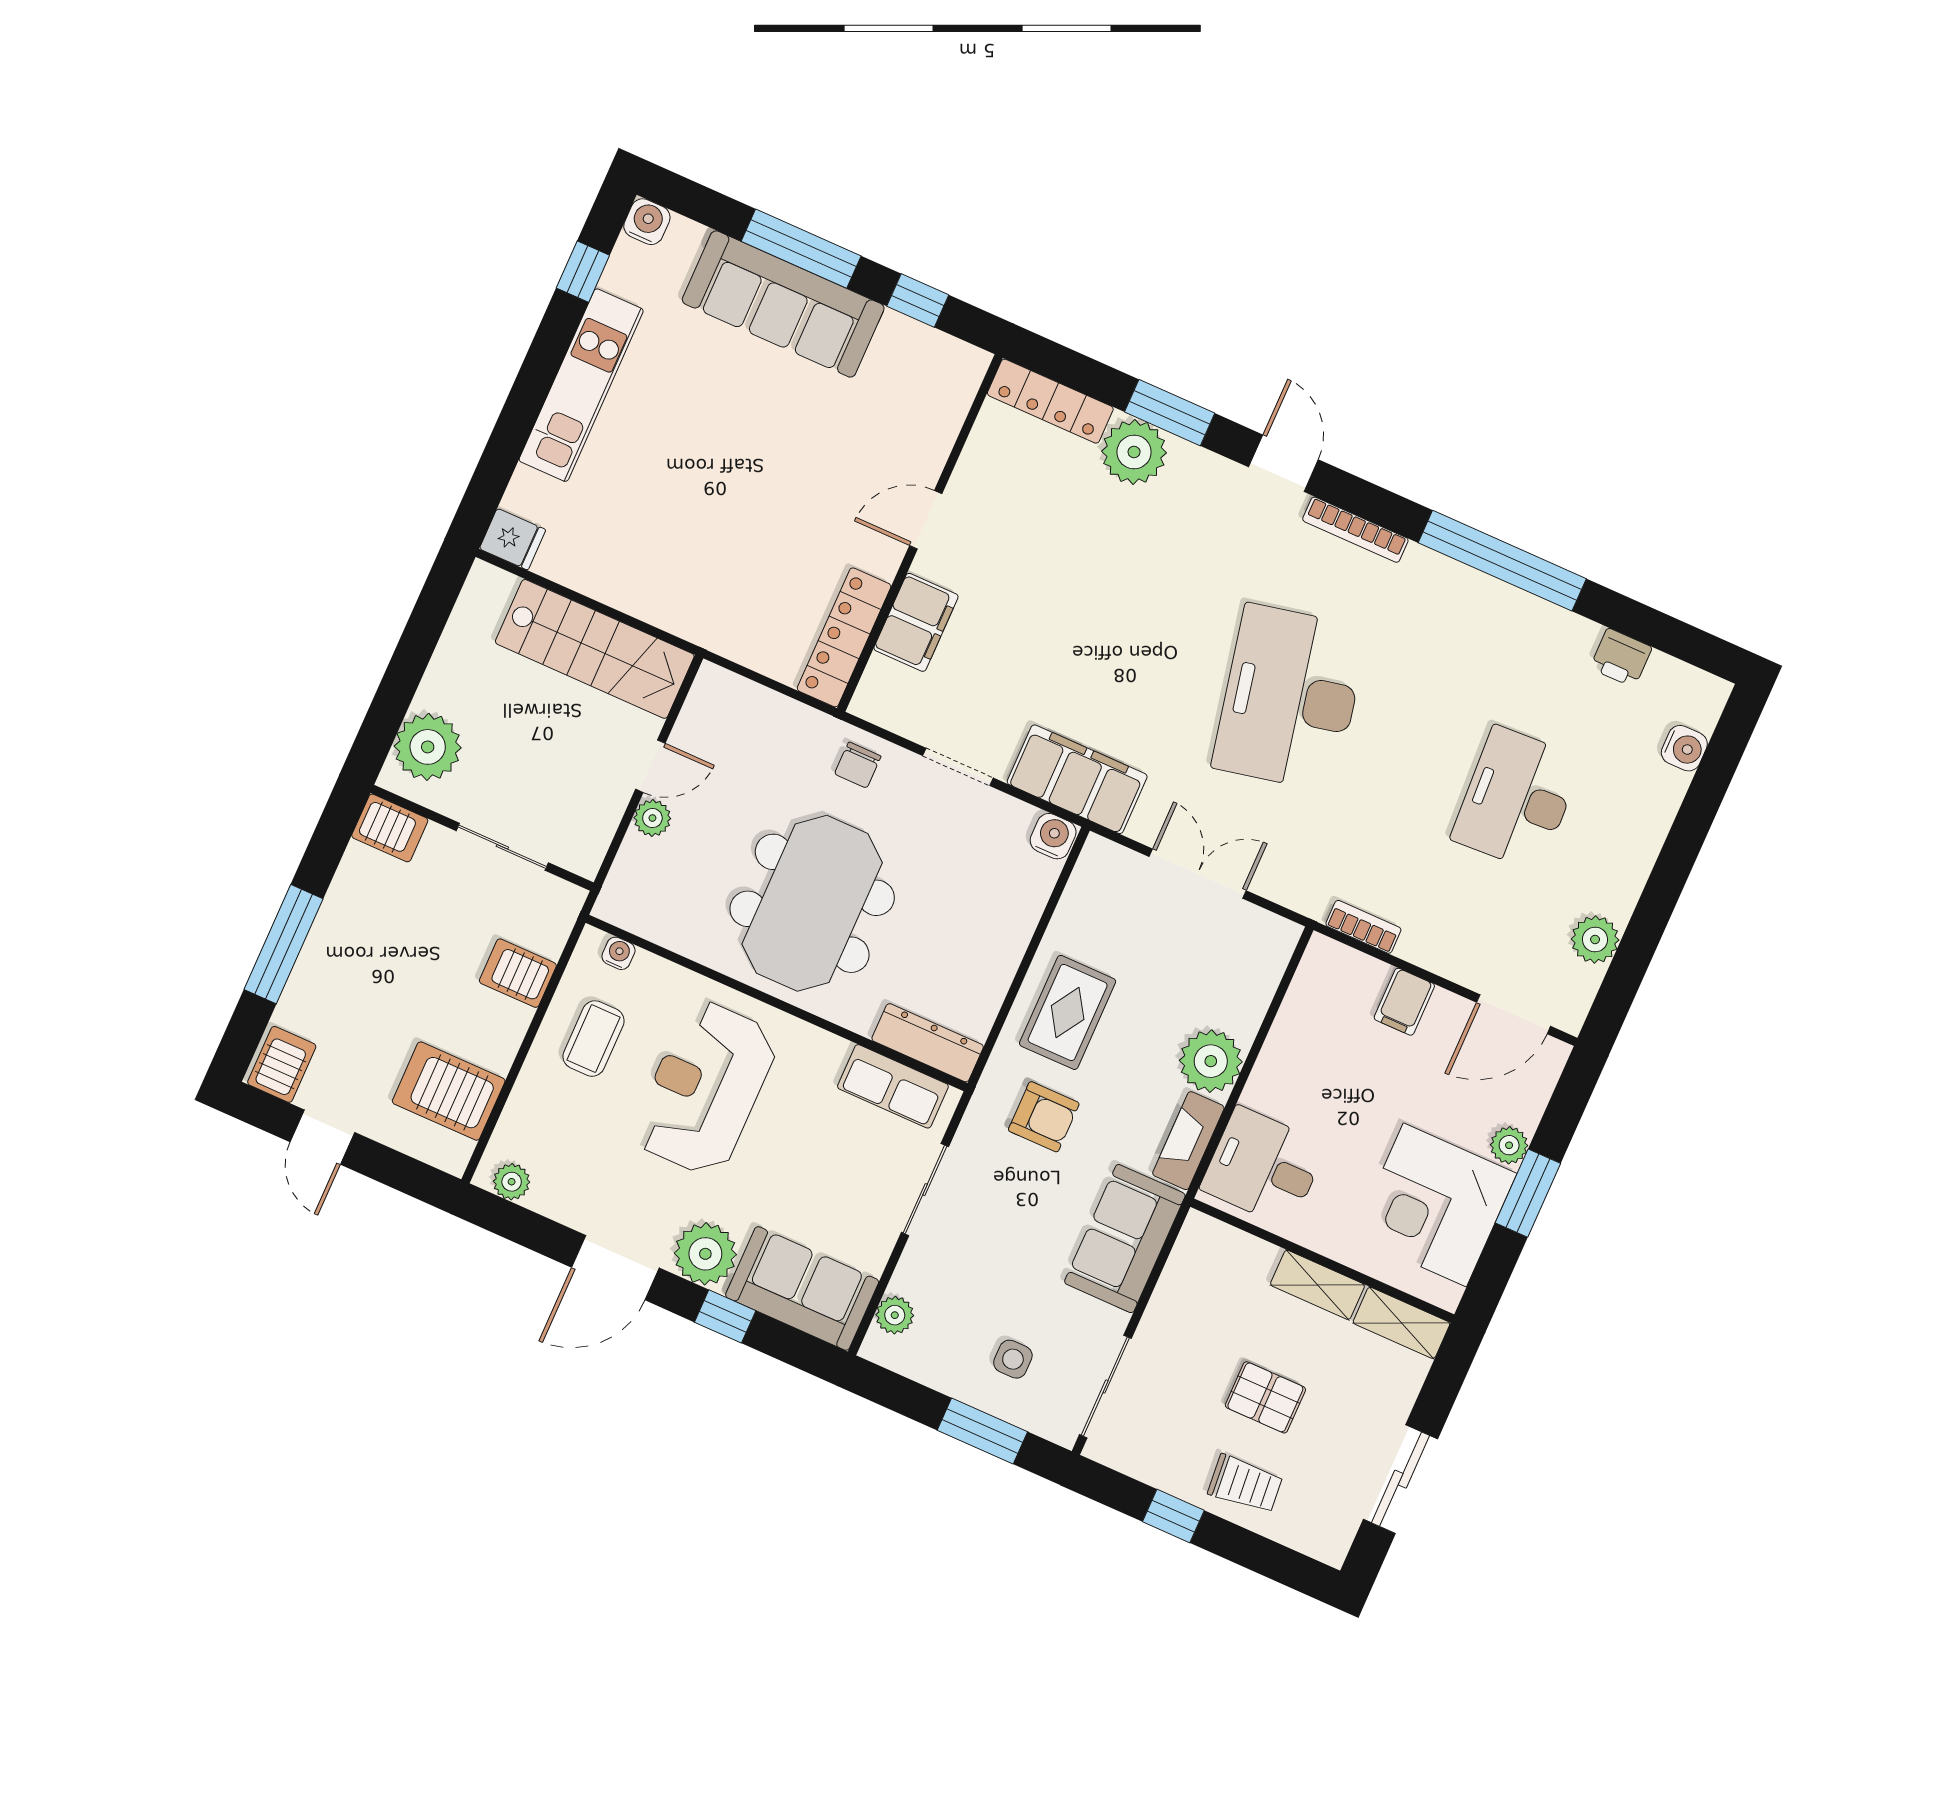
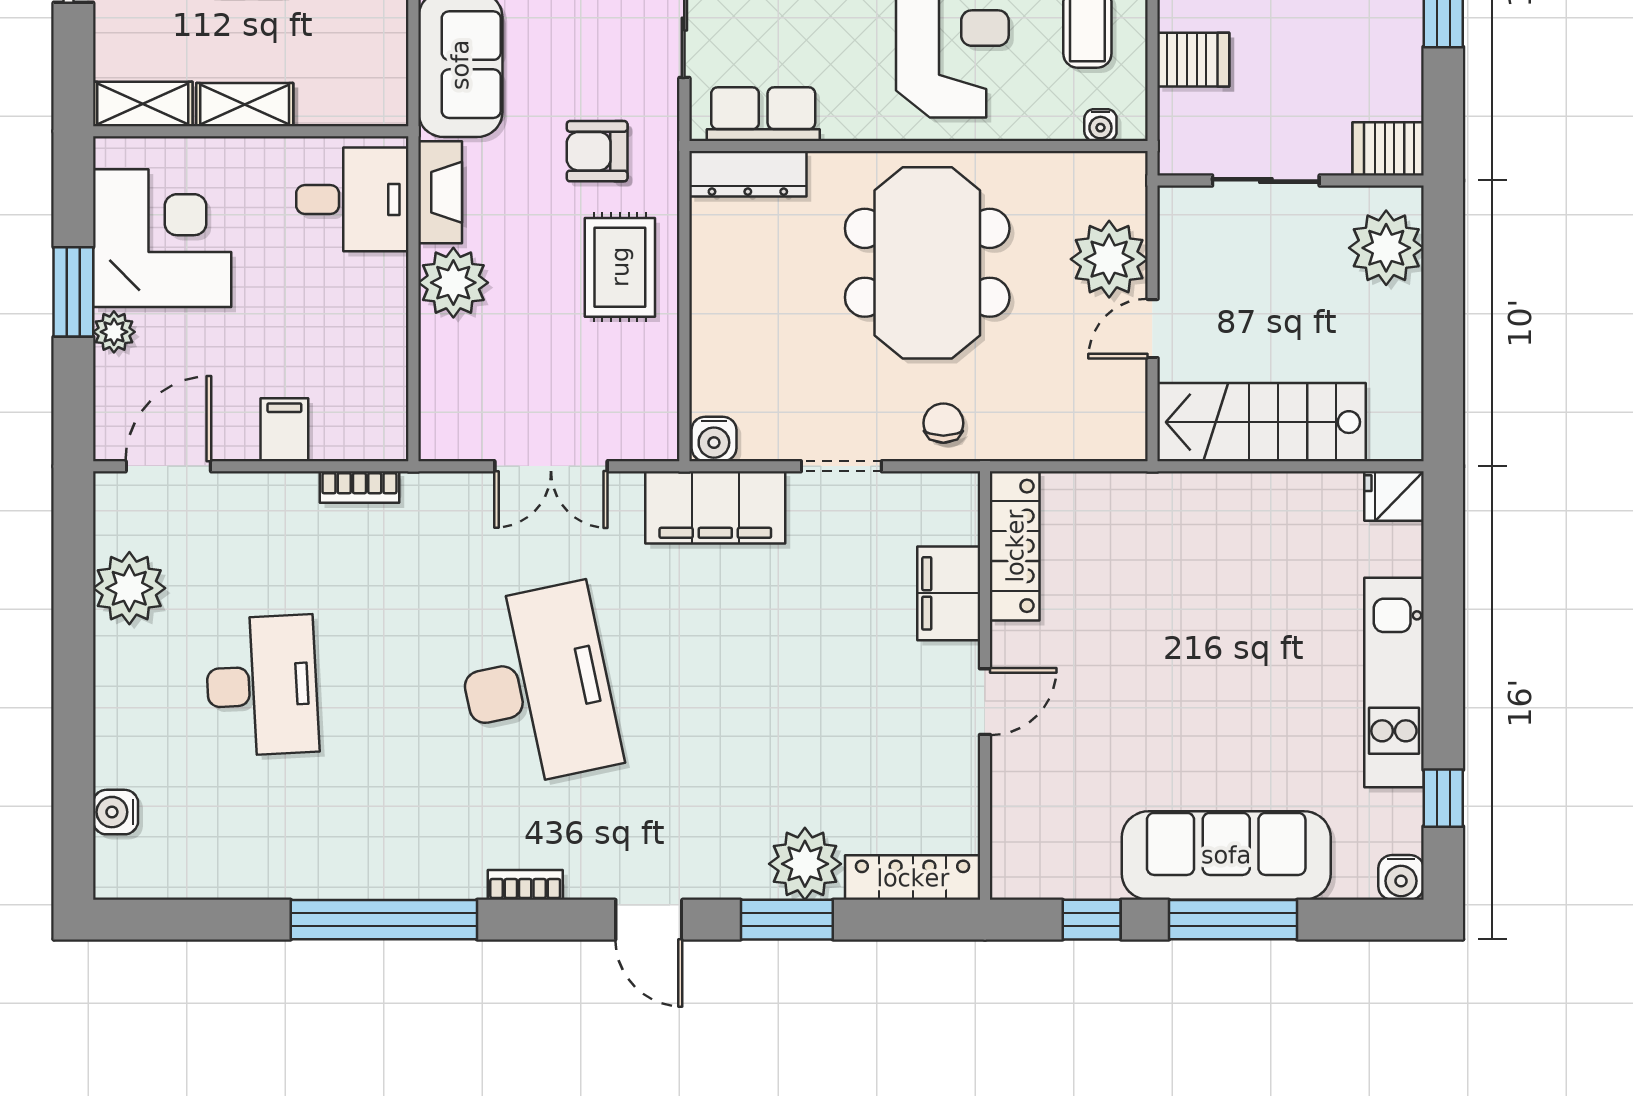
bookcase: (1355, 530) -> (525, 885), width x0.64
printer: (1621, 658) -> (220, 875), removed
plant: (652, 818) -> (1109, 259), width x1.88, depth x1.88
plant: (1595, 940) -> (129, 588), width x1.36, depth x1.36

